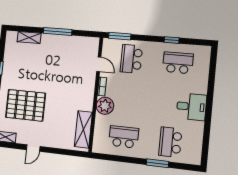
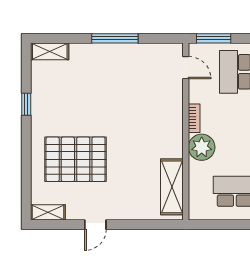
shelving: (29, 37) -> (50, 51), moved
door: (99, 64) -> (186, 68), moved

